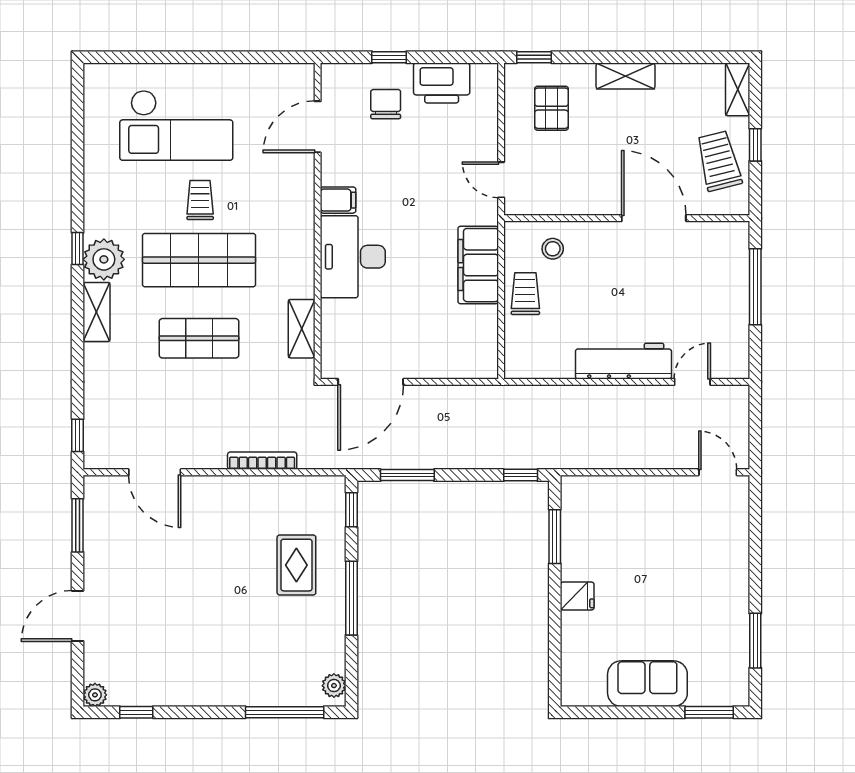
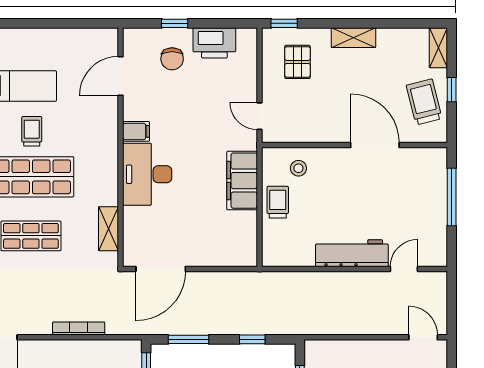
chair: (386, 104) -> (172, 59), turned 180
window: (521, 475) -> (252, 339), moved

